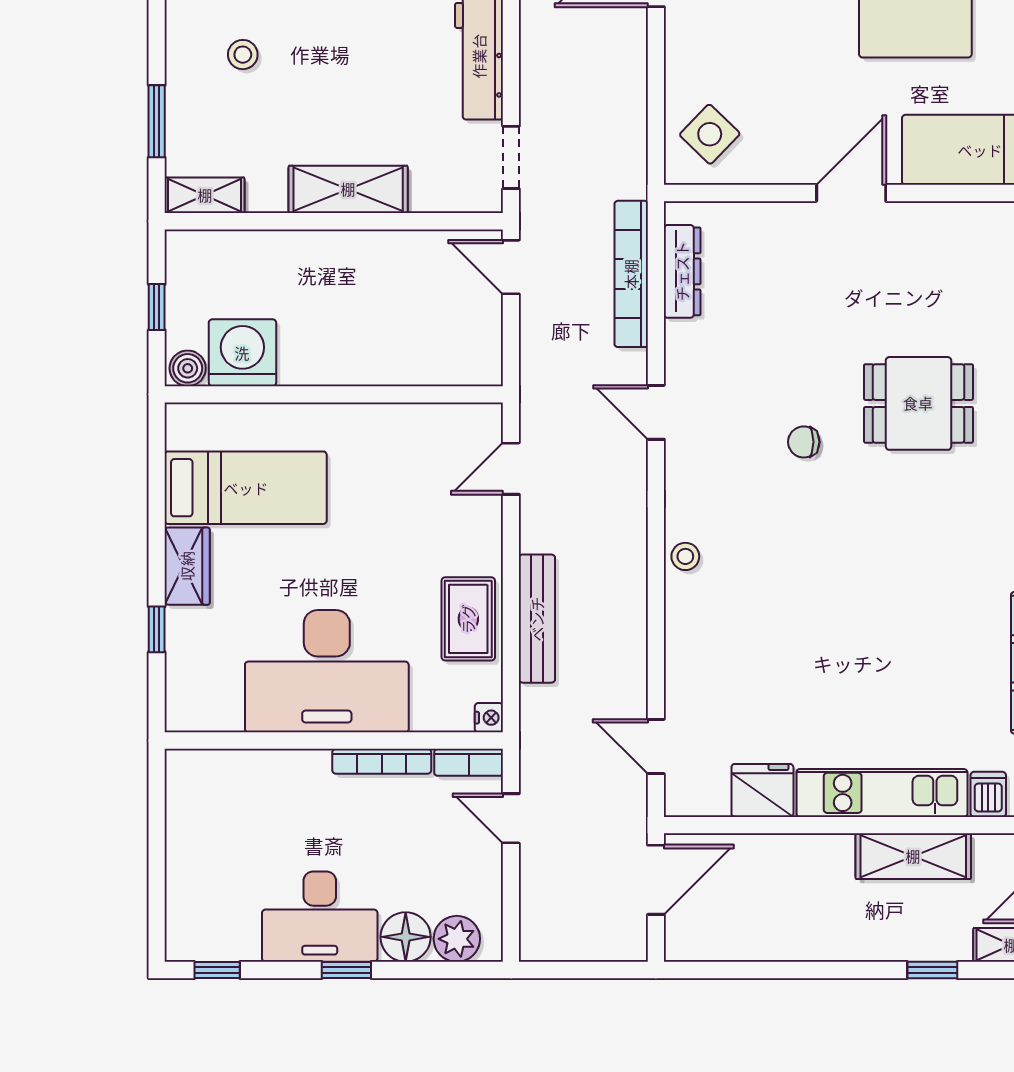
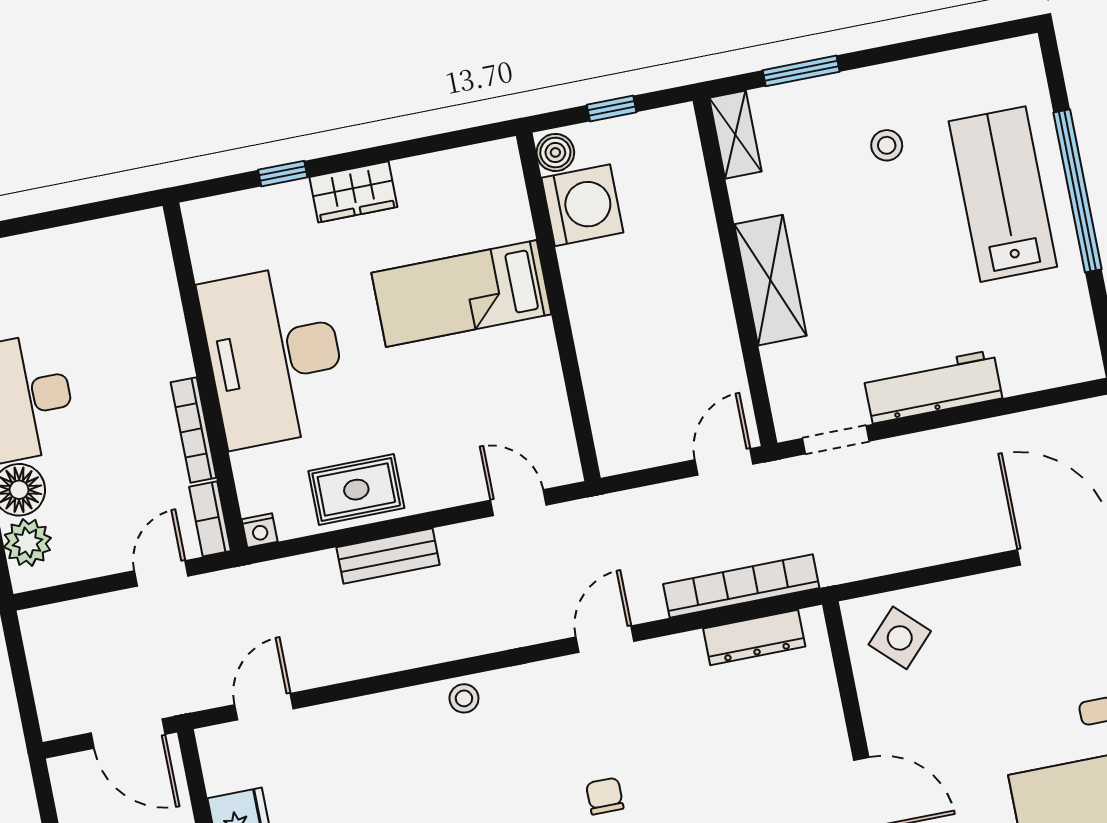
bed: (246, 488) -> (461, 293), moved, turned 90
bench: (537, 619) -> (388, 556), width x0.73

